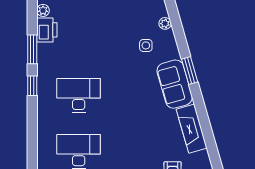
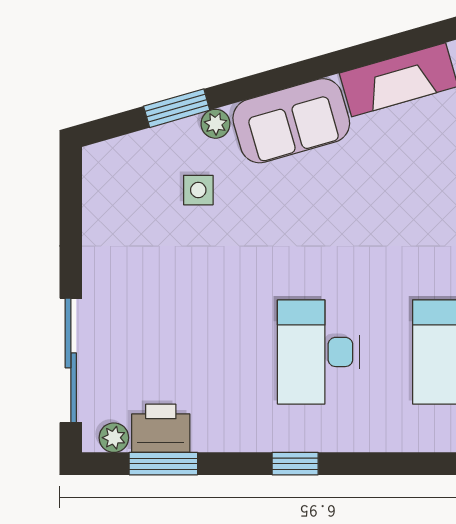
plant: (165, 23) -> (215, 124), moved
window: (32, 49) -> (163, 464), moved
window: (190, 71) -> (177, 108), moved

